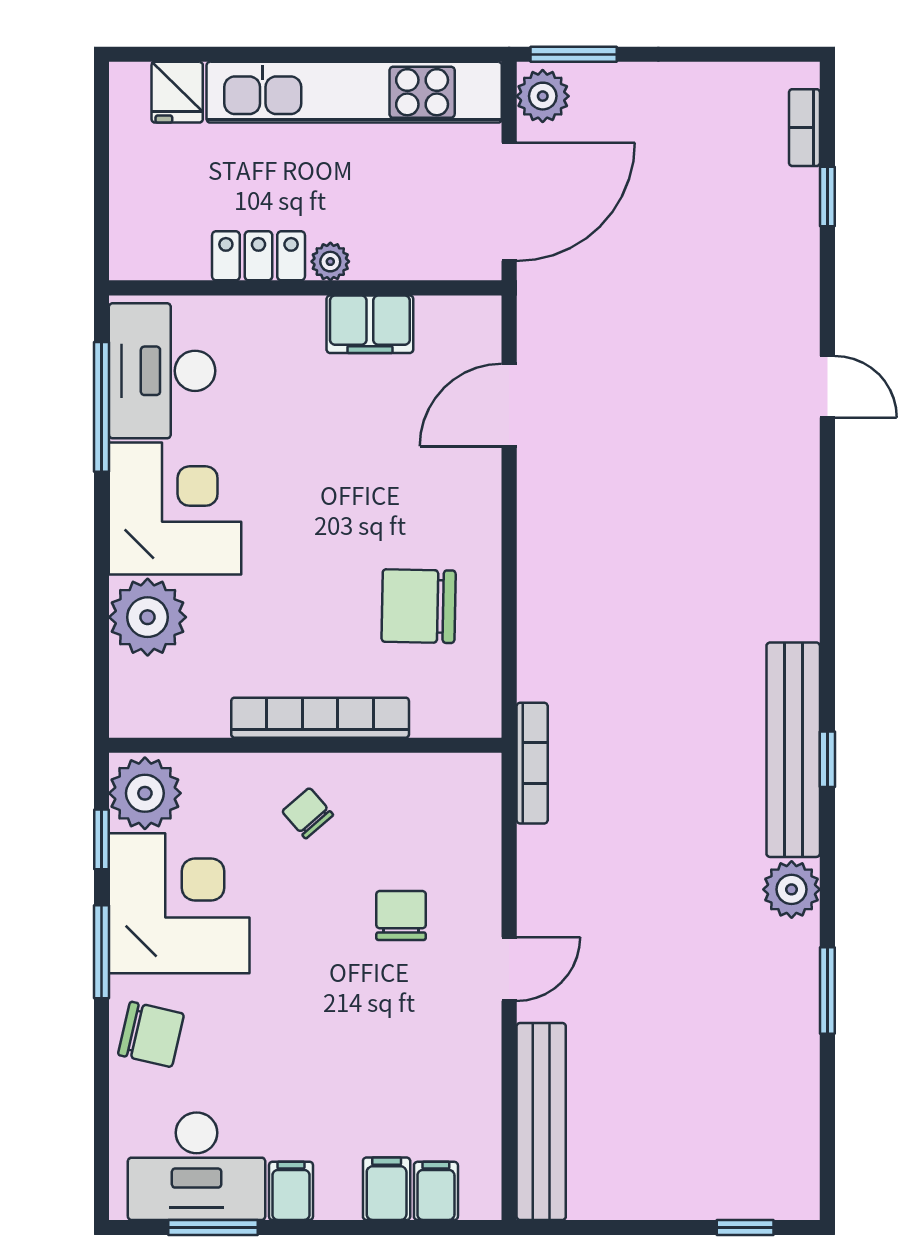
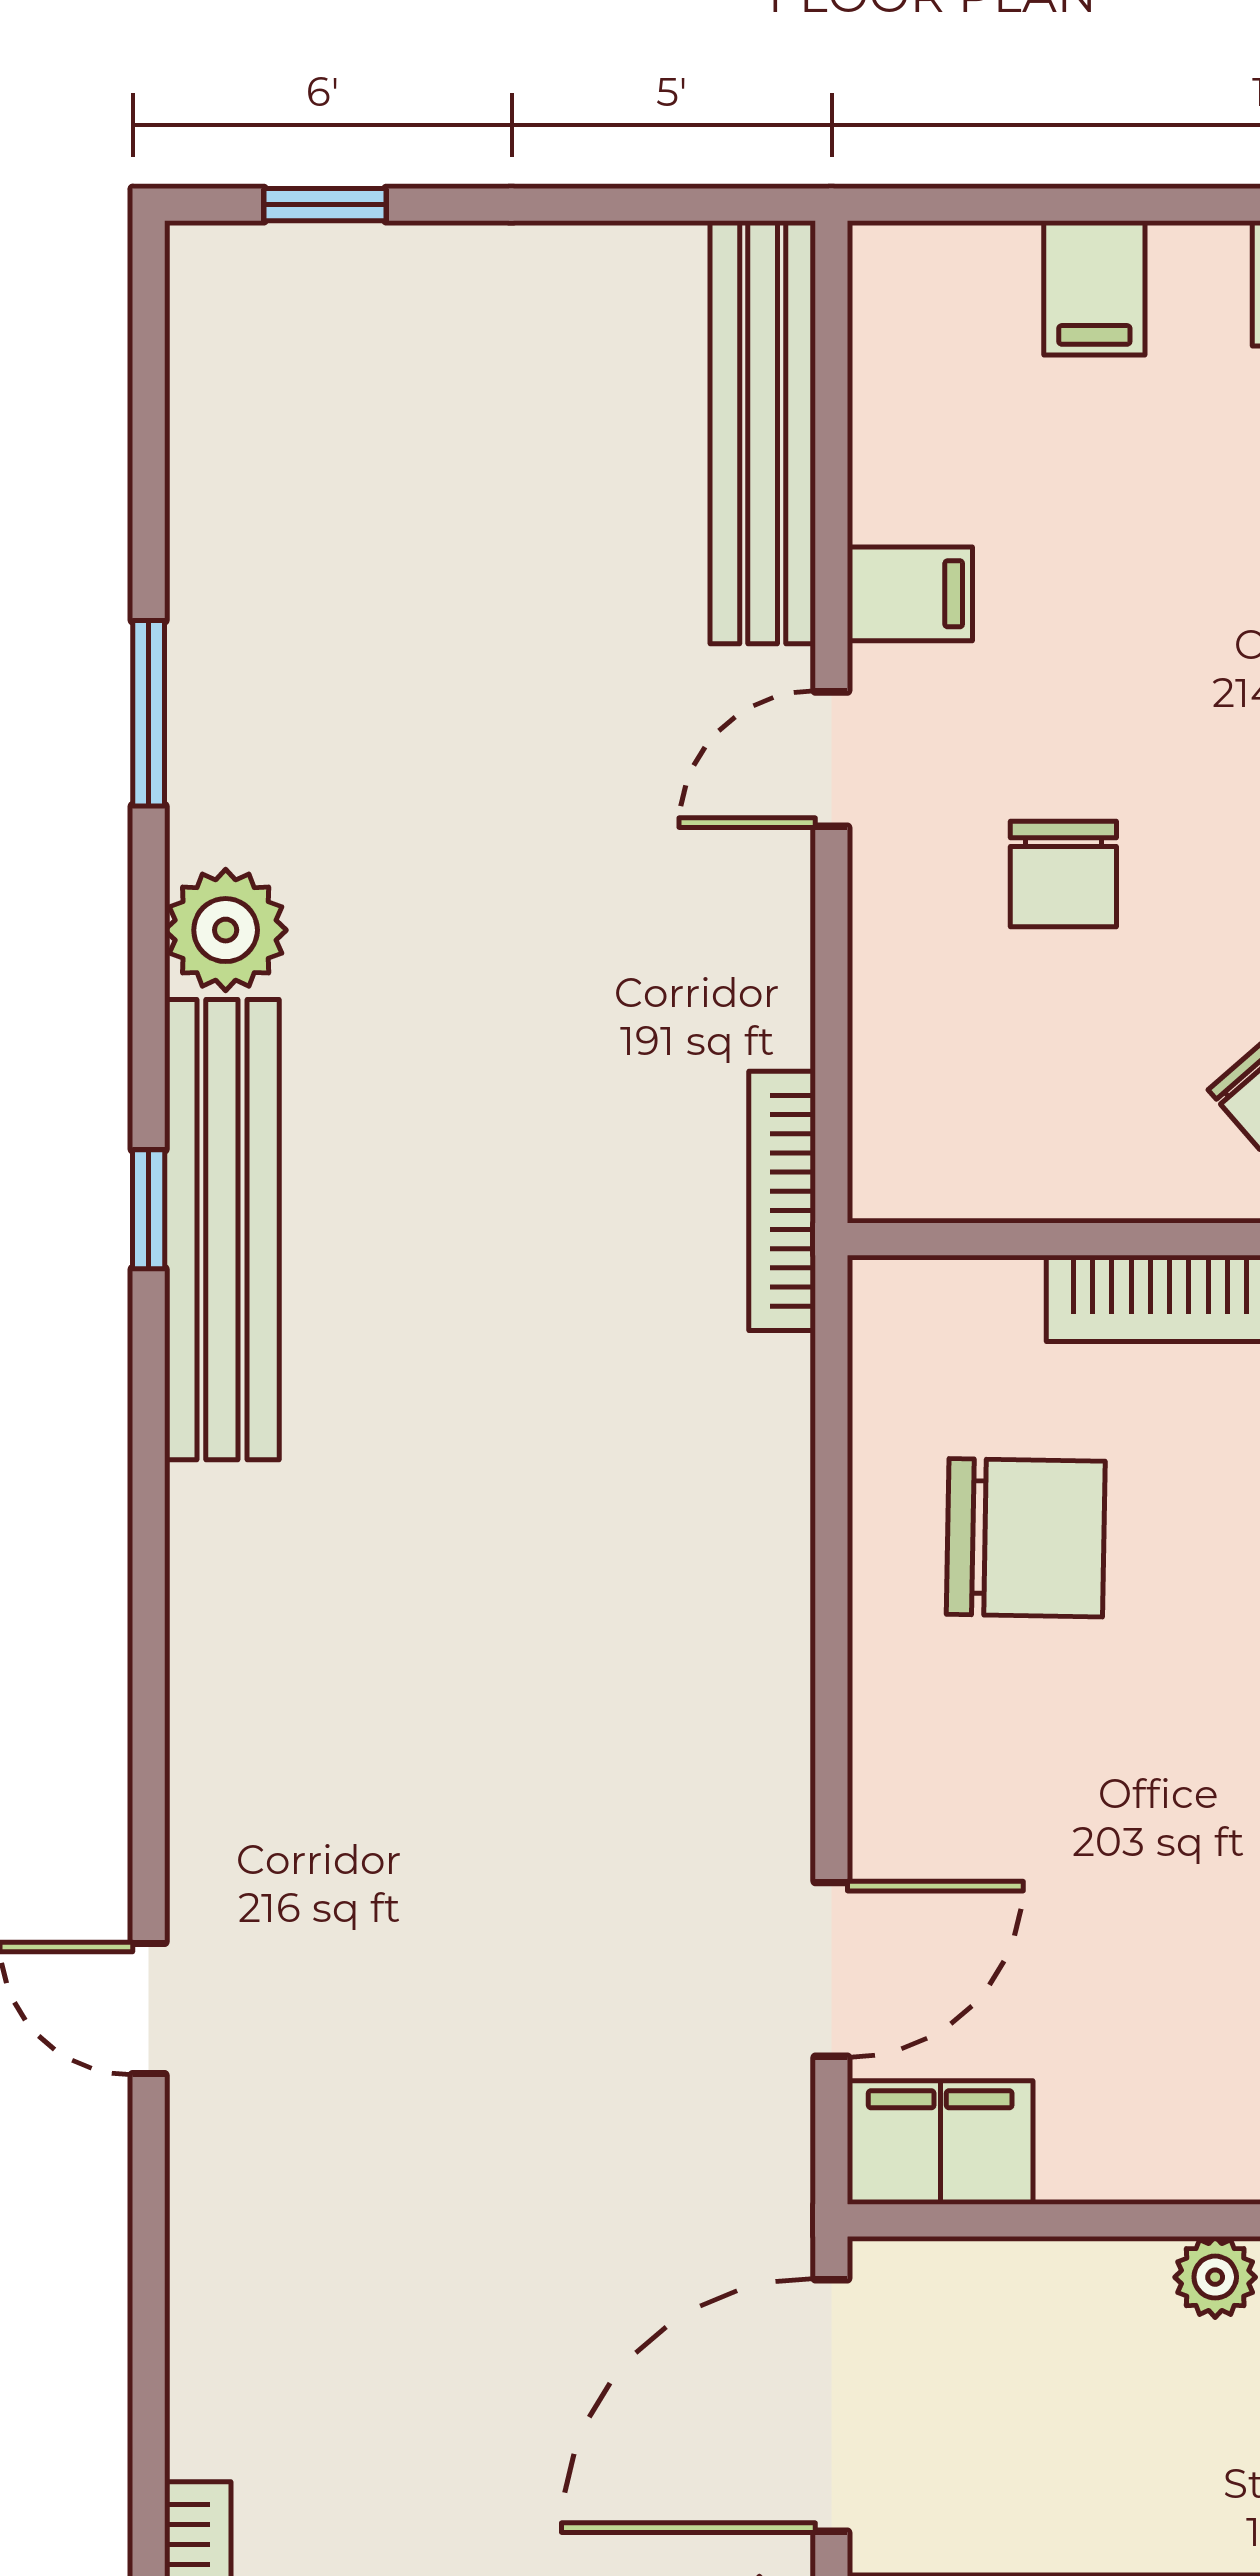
window: (827, 196) -> (149, 2417), removed
filing cabinet: (370, 324) -> (940, 2143), moved
filing cabinet: (436, 1191) -> (910, 594), moved, turned -90

